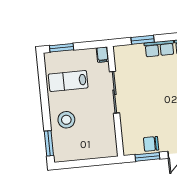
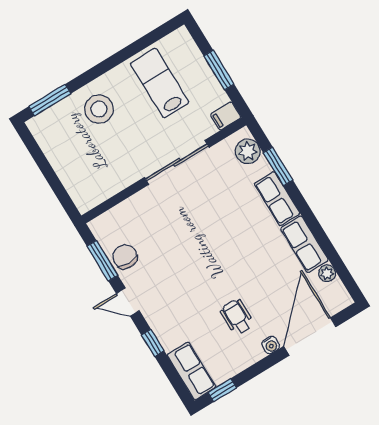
window: (62, 48) -> (219, 70), moved
plant: (127, 52) -> (248, 151), added

